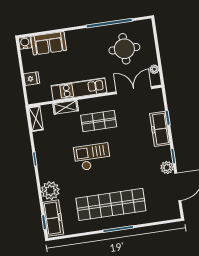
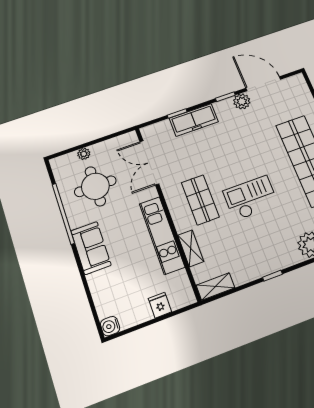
sofa: (49, 43) -> (91, 248), moved
plant: (154, 69) -> (84, 154), moved
checkout: (92, 157) -> (251, 198), turned 90

